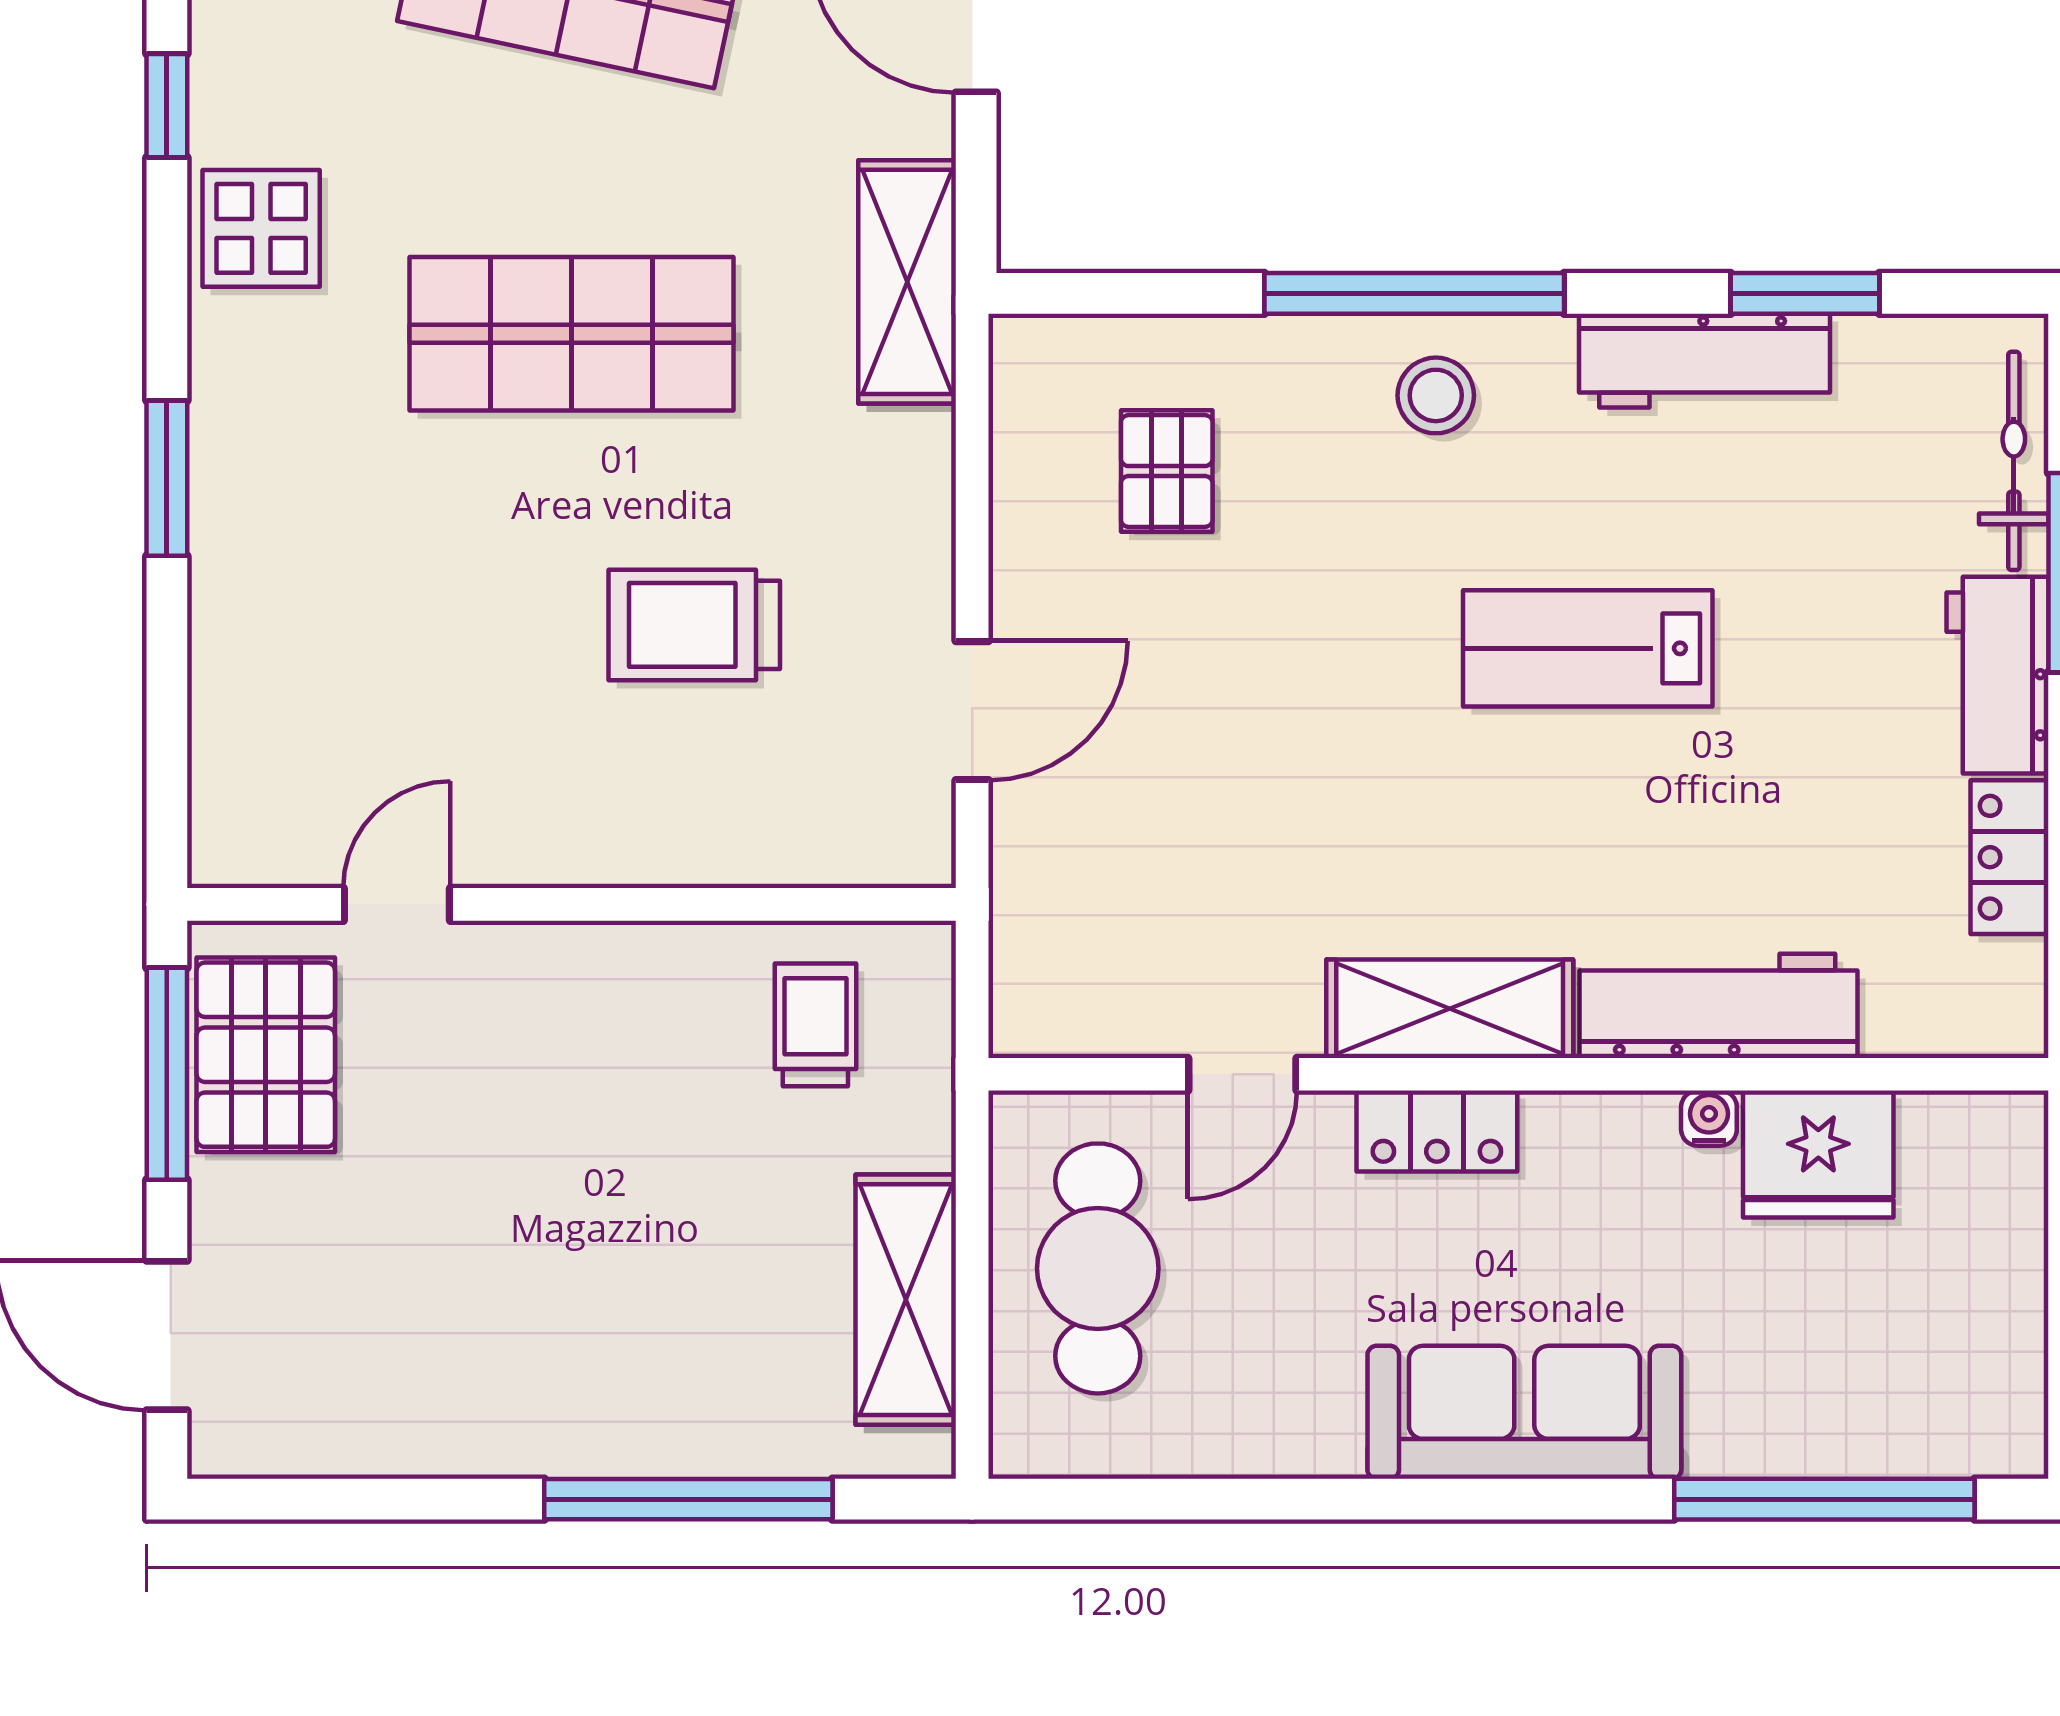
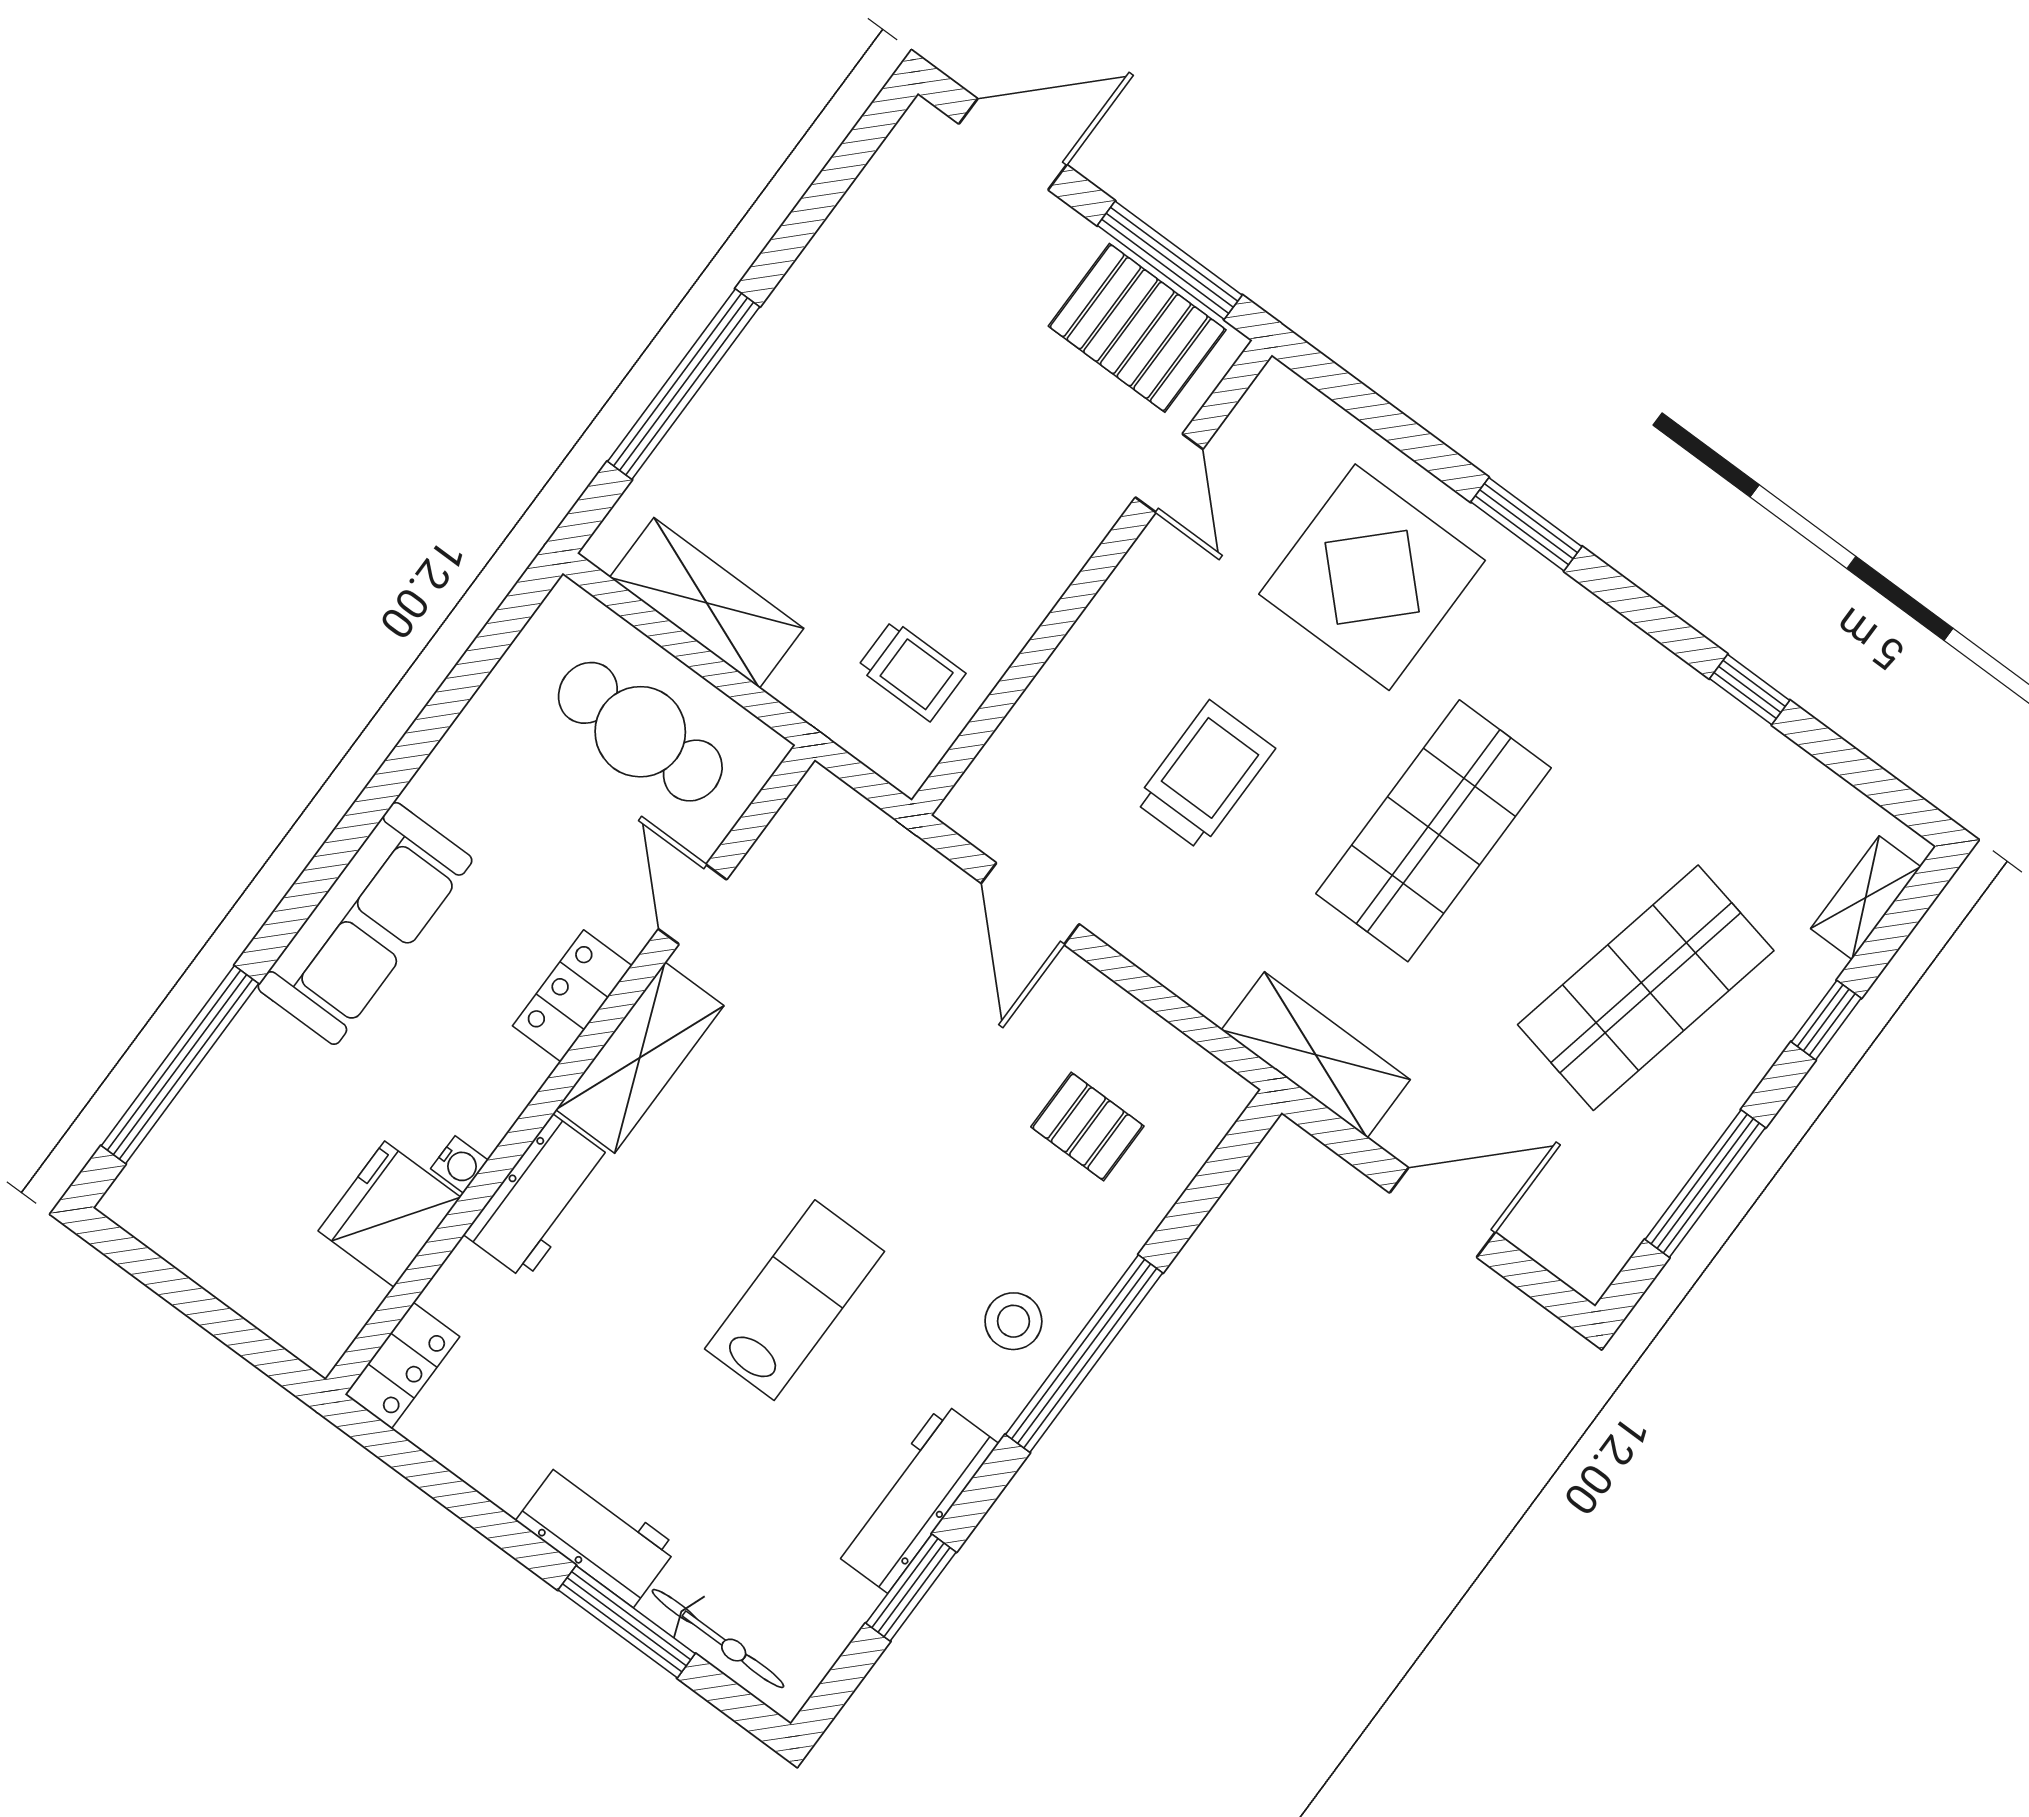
display table: (261, 228) -> (1372, 577), moved, width x1.86, depth x1.86
locker: (2010, 857) -> (402, 1366), moved, turned 90
workbench: (1718, 1006) -> (539, 1197), width x0.73

